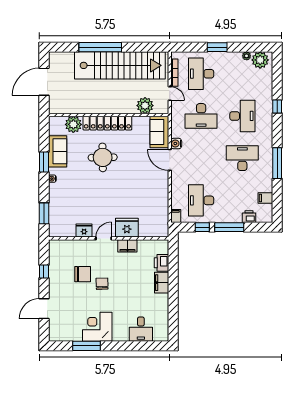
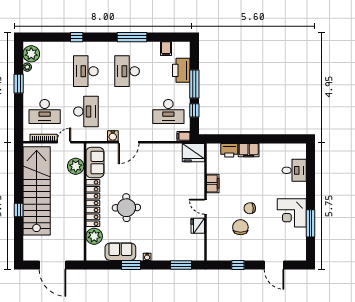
window: (100, 47) -> (19, 210), width x0.32
window: (217, 47) -> (19, 84), moved
desk: (242, 116) -> (86, 71), turned -90
sofa: (159, 132) -> (95, 163), moved, turned -90
printer: (249, 217) -> (181, 70), width x1.87, depth x1.48
fridge: (127, 228) -> (193, 153), moved, turned -90

